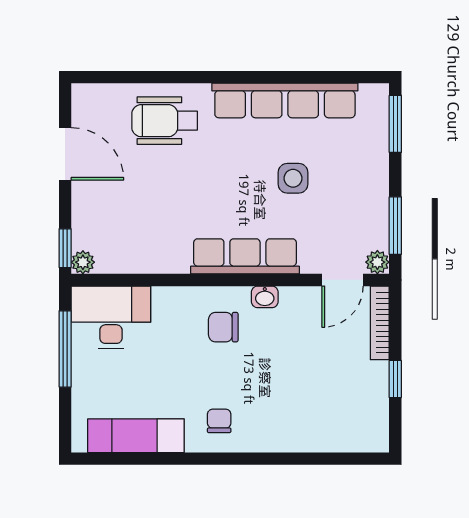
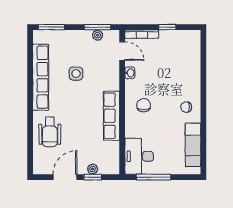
window: (65, 248) -> (93, 177), moved
row of seats: (245, 256) -> (111, 116), moved
plant: (83, 262) -> (93, 169), moved
plant: (377, 262) -> (98, 35), moved
washbasin: (265, 297) -> (130, 73), moved
chair: (223, 327) -> (144, 105), turned 180

